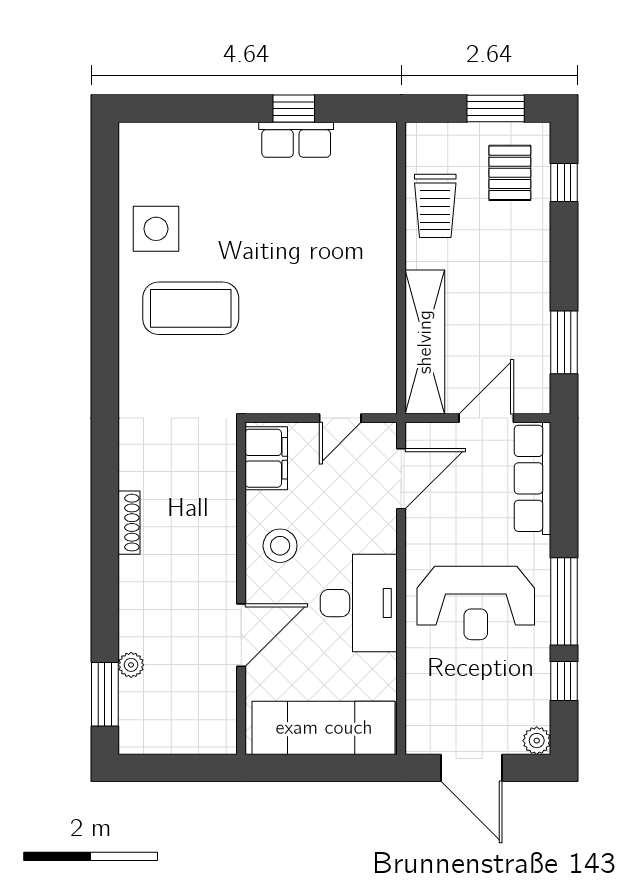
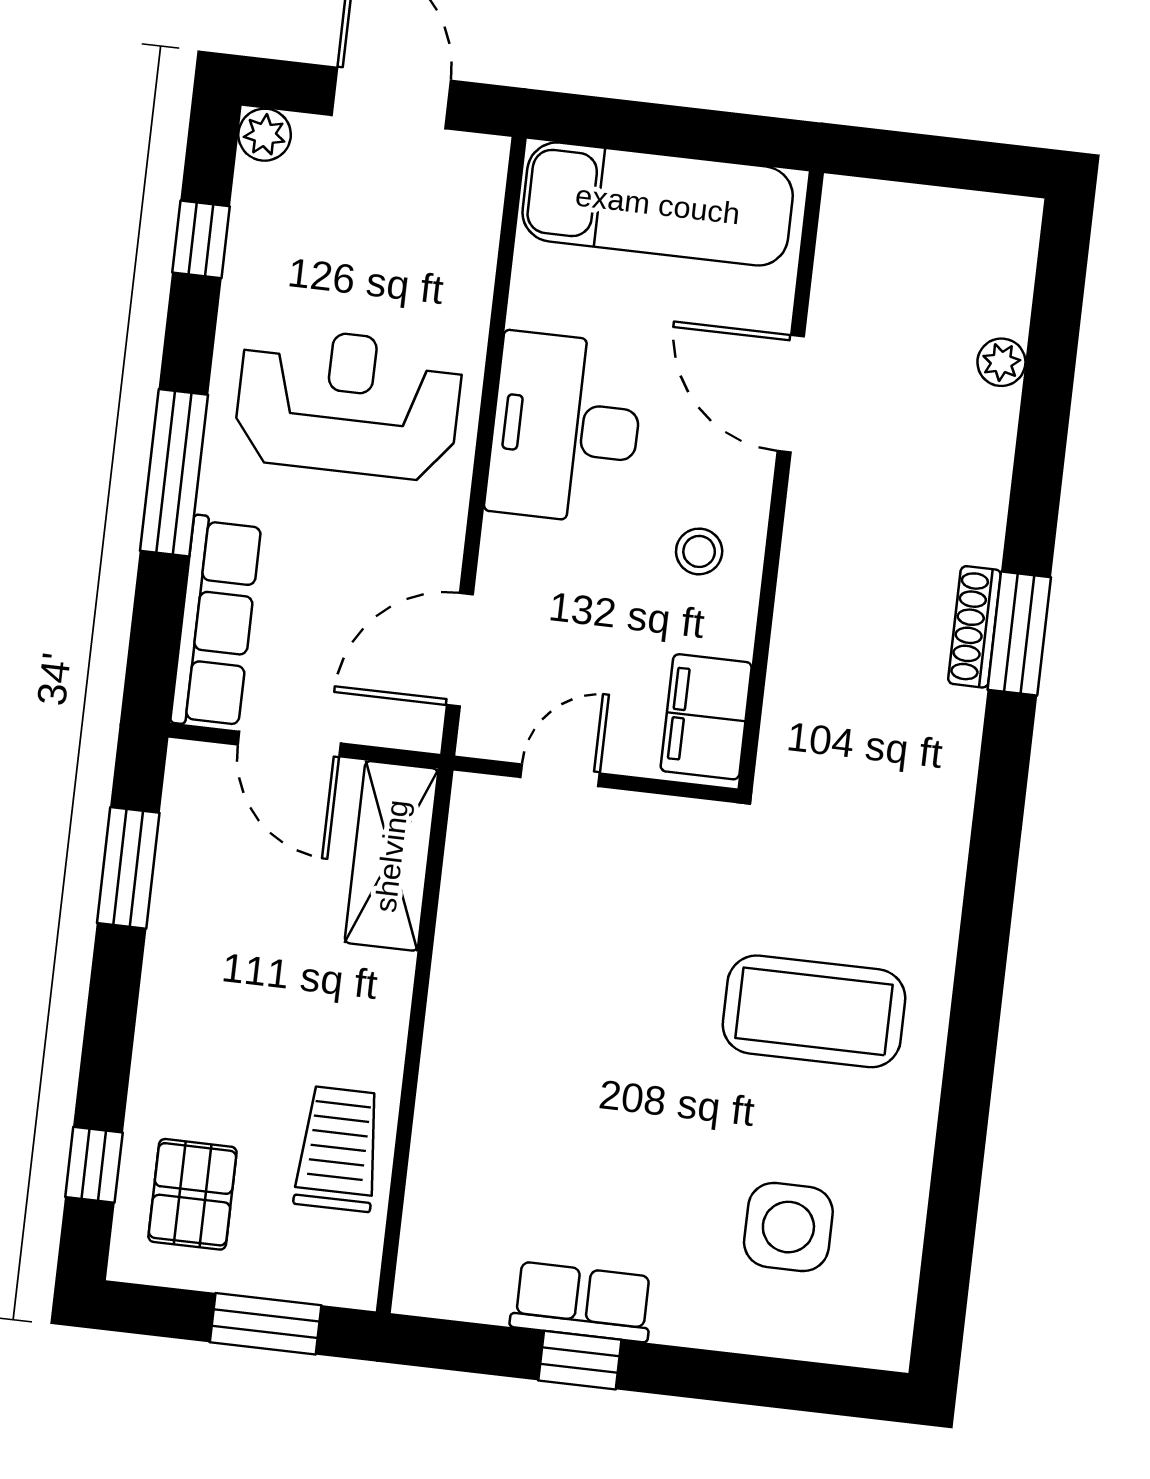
window: (496, 108) -> (266, 1324), moved
side table: (156, 229) -> (788, 1227), moved
shelving: (425, 342) -> (391, 856), width x0.68
door: (486, 418) -> (289, 744), hinge flipped
stool: (280, 546) -> (699, 551), width x0.73, depth x0.73
window: (564, 601) -> (174, 473), moved
door: (241, 635) -> (791, 394), hinge flipped
window: (105, 694) -> (1019, 634), moved

